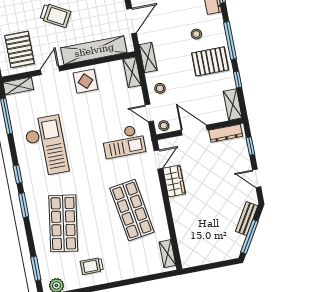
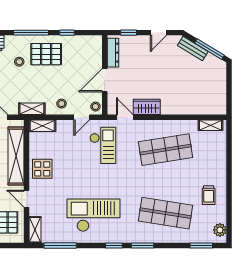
pallet: (210, 61) -> (46, 54), turned 90
shelving: (233, 105) -> (89, 41), removed

